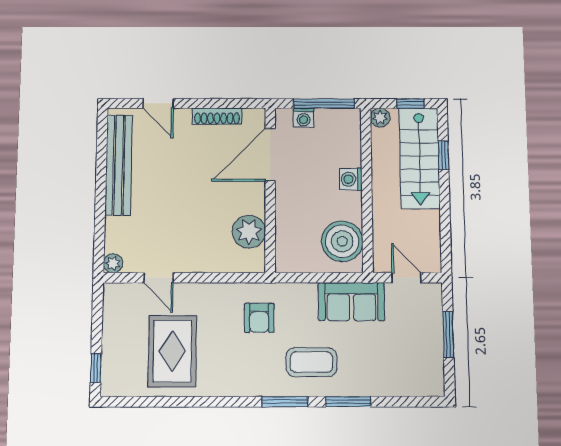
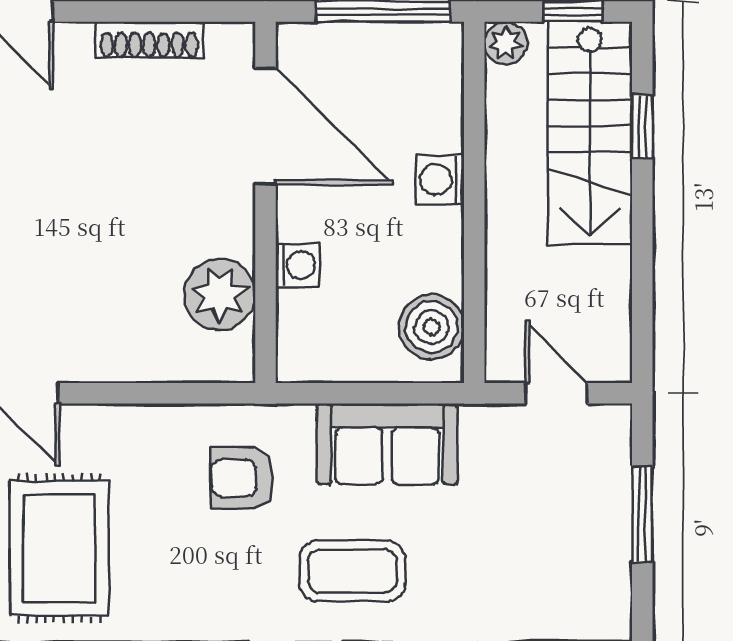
washing machine: (304, 118) -> (297, 265), moved, turned -90
door: (270, 155) -> (265, 126), swing flipped
boiler: (342, 241) -> (432, 327), width x0.73, depth x0.73
sofa: (351, 302) -> (387, 444), moved
armchair: (259, 318) -> (242, 478), turned 90

